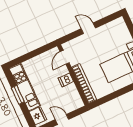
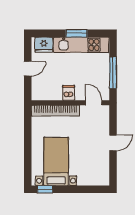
window: (35, 53) -> (113, 73), added

